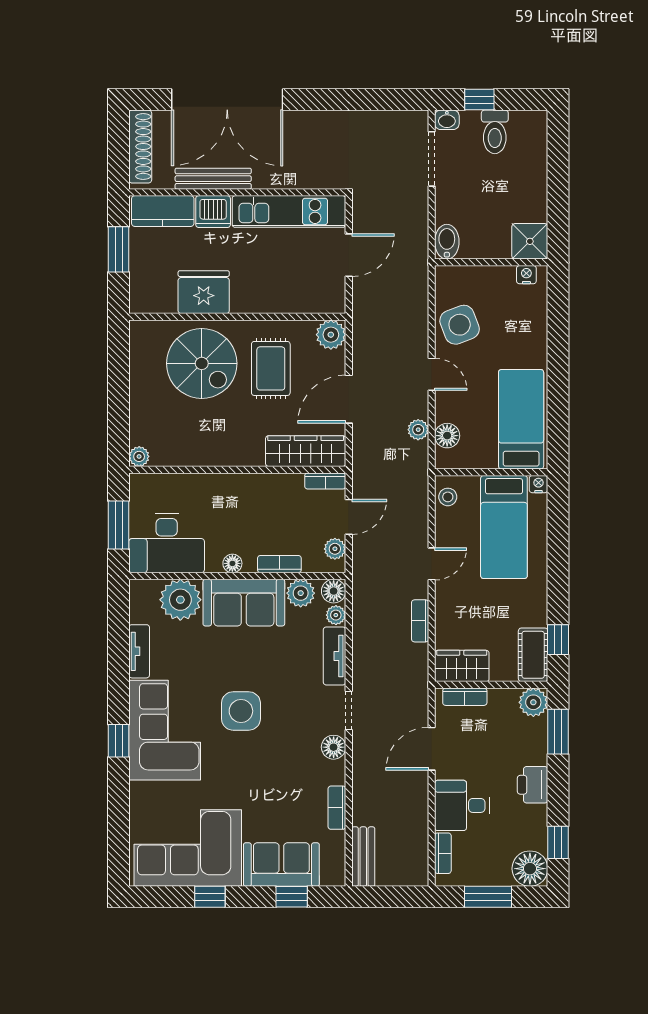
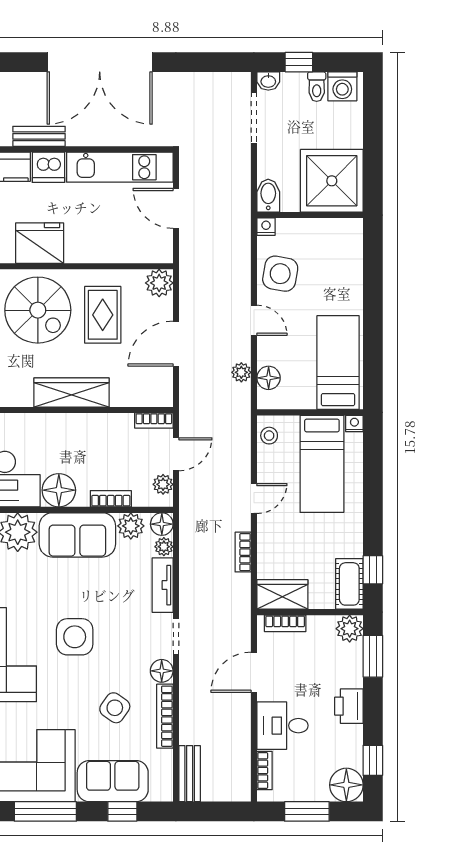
double door: (227, 100) -> (100, 62), moved
washing machine: (526, 125) -> (342, 86), added
toilet: (495, 132) -> (317, 87), width x0.73, depth x0.72
bench: (213, 179) -> (39, 136), width x0.73
shower: (530, 241) -> (332, 181), width x1.86, depth x1.86
door: (349, 255) -> (176, 208), swing flipped
nightstand: (526, 275) -> (266, 227), moved
side table: (460, 325) -> (280, 274), turned 31
wardrobe: (306, 451) -> (71, 392), moved
floor lamp: (232, 563) -> (59, 490), width x1.89, depth x1.89
side table: (284, 786) -> (115, 708), added
bookcase: (337, 808) -> (165, 716), width x1.56
window: (210, 897) -> (45, 811), width x2.17

